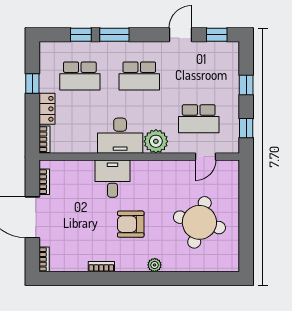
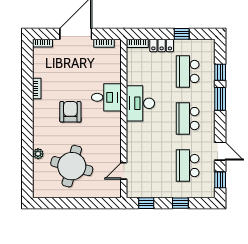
school desk: (199, 119) -> (188, 166), moved
plant: (156, 141) -> (136, 132), removed
door: (205, 157) -> (124, 171), hinge flipped
plant: (155, 265) -> (38, 154), moved

